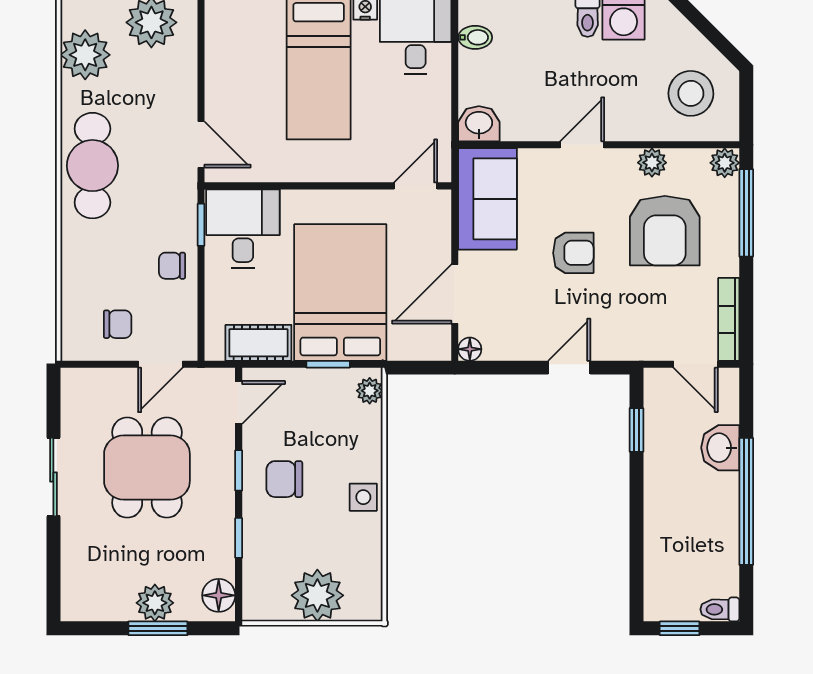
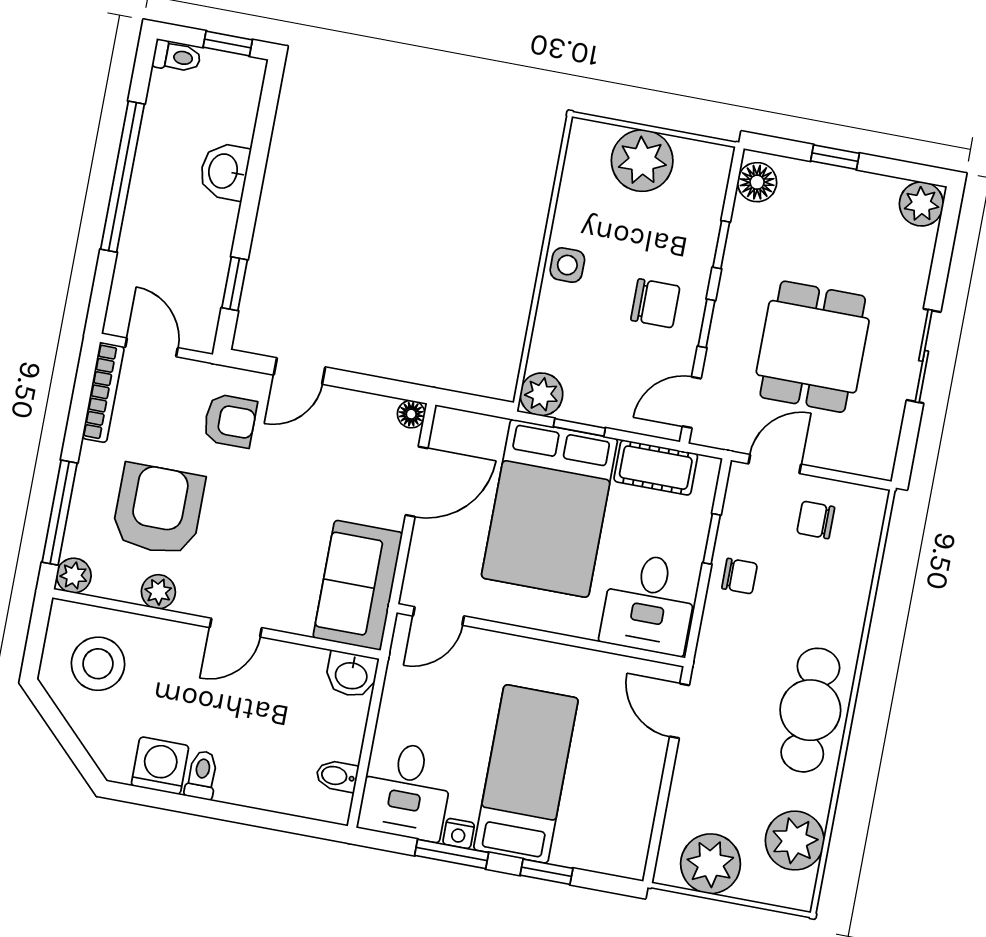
window: (201, 225) -> (712, 539), moved
armchair: (573, 253) -> (230, 421), moved, turned 180
plant: (370, 391) -> (541, 394), width x1.38, depth x1.38
washbasin: (720, 448) -> (224, 171), moved, turned 180
plant: (155, 603) -> (921, 204), moved
window: (158, 628) -> (835, 157), width x0.67

